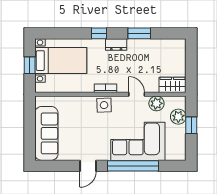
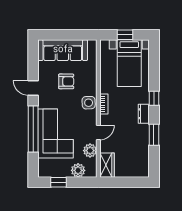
window: (191, 125) -> (59, 182), moved
armchair: (81, 130) -> (66, 81), added

